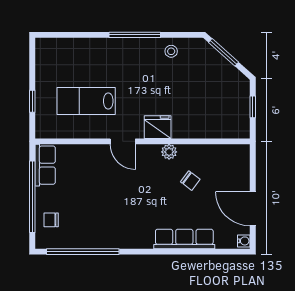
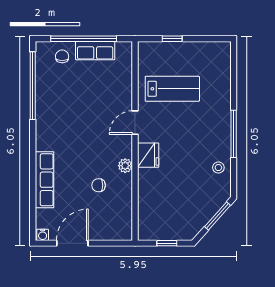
lab bench: (86, 101) -> (172, 89), turned 90
row of seats: (45, 165) -> (95, 51), moved
chair: (190, 181) -> (99, 185), turned 53

